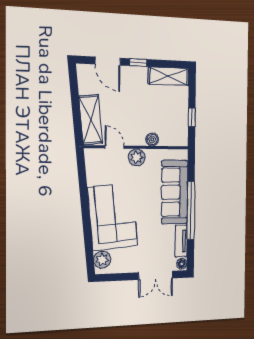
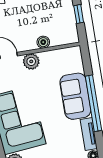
sofa: (175, 192) -> (75, 96), width x0.73

